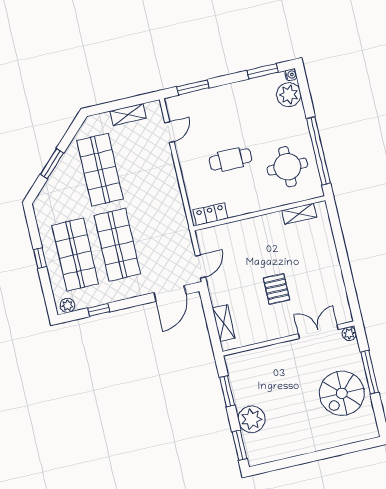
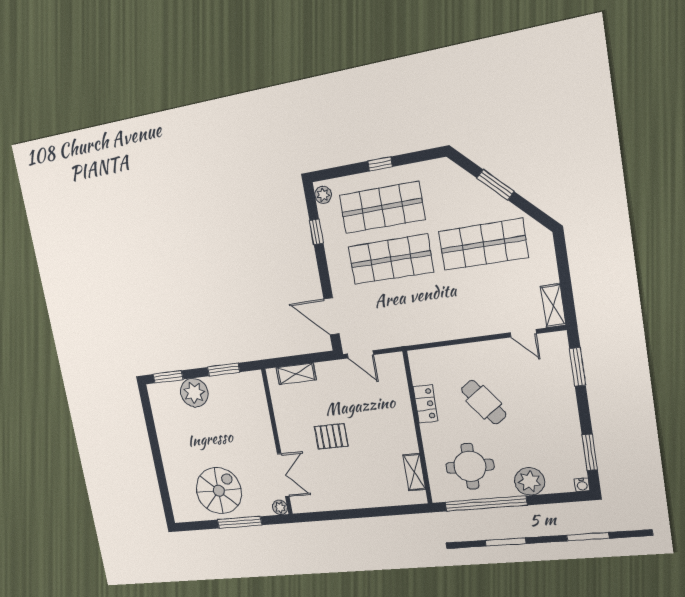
plant: (289, 95) -> (530, 481), moved
shelving: (128, 115) -> (553, 306), moved
cafe table: (231, 159) -> (484, 402), turned -36
locker: (210, 214) -> (425, 404), moved
spiral stairs: (342, 393) -> (219, 491), turned 90

